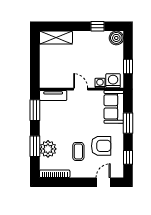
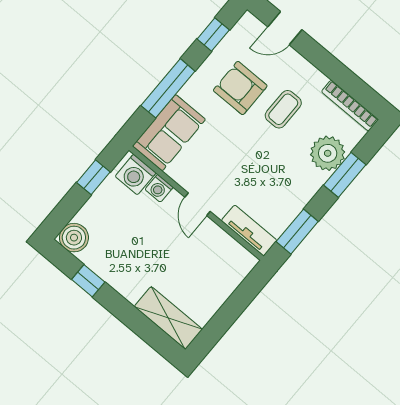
window: (128, 123) -> (168, 88), width x1.44

